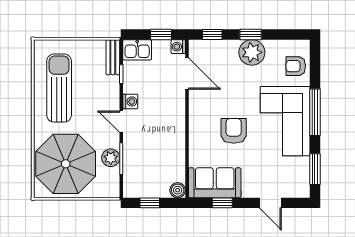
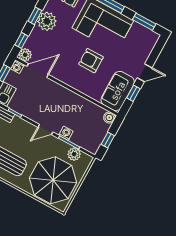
plant: (197, 48) -> (25, 55), added
washing machine: (130, 101) -> (66, 133), moved
plant: (111, 158) -> (74, 154), moved
door: (270, 203) -> (144, 73), moved

